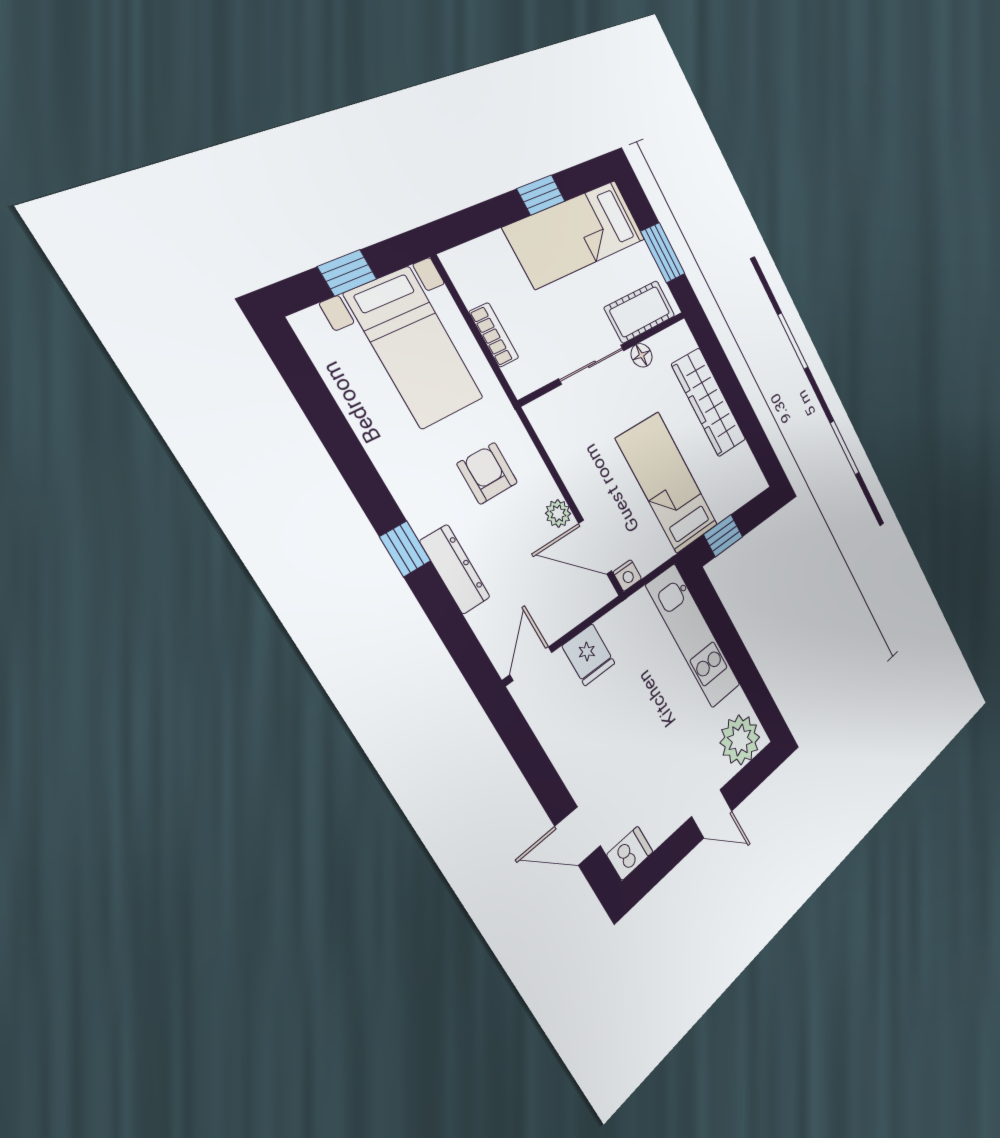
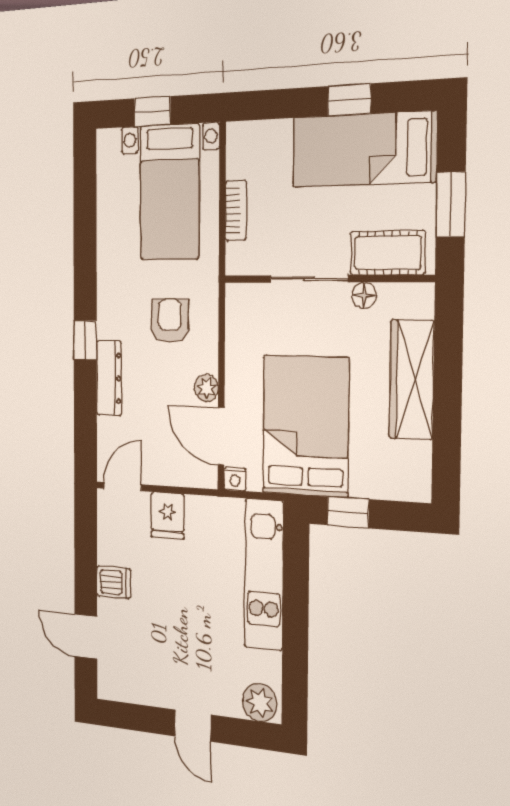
bed: (667, 483) -> (306, 426), width x1.50
plant: (740, 740) -> (260, 703), width x0.73, depth x0.73
dishwasher: (630, 853) -> (114, 582), moved

